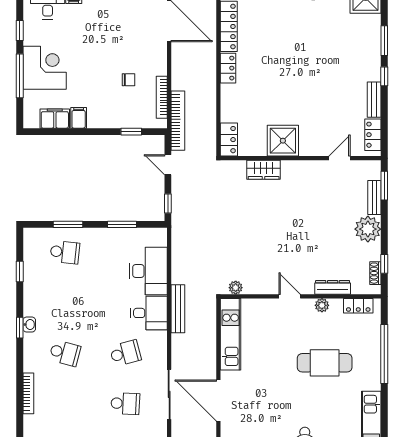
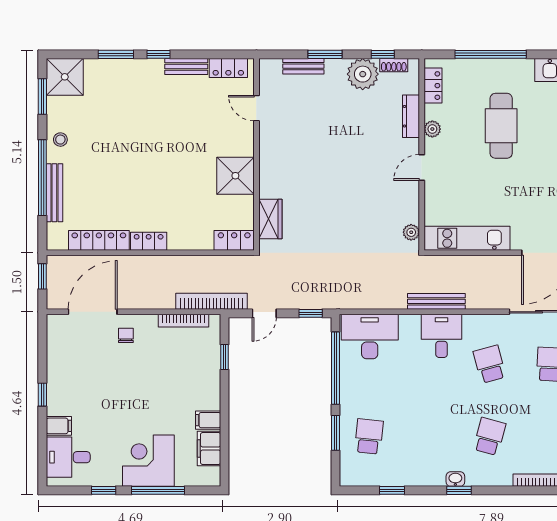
chair: (129, 80) -> (126, 335), moved
wardrobe: (264, 170) -> (270, 219), moved
window: (384, 186) -> (325, 54), moved
window: (122, 224) -> (336, 368), width x2.11
plant: (368, 229) -> (363, 74), moved
desk: (148, 271) -> (370, 336), moved

